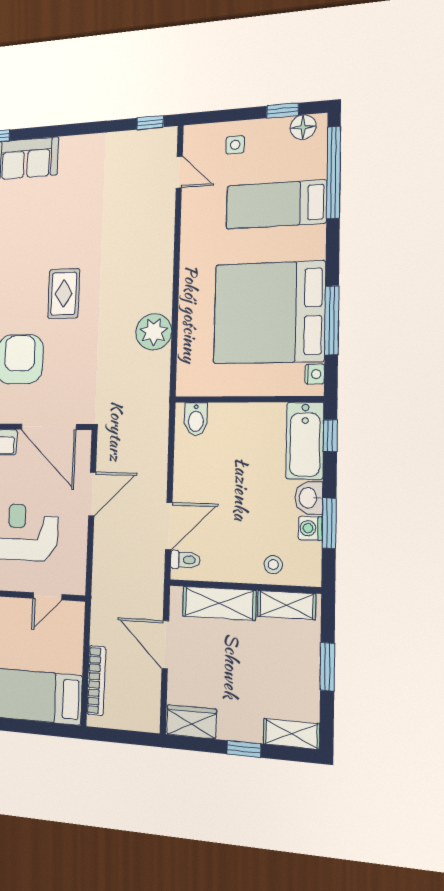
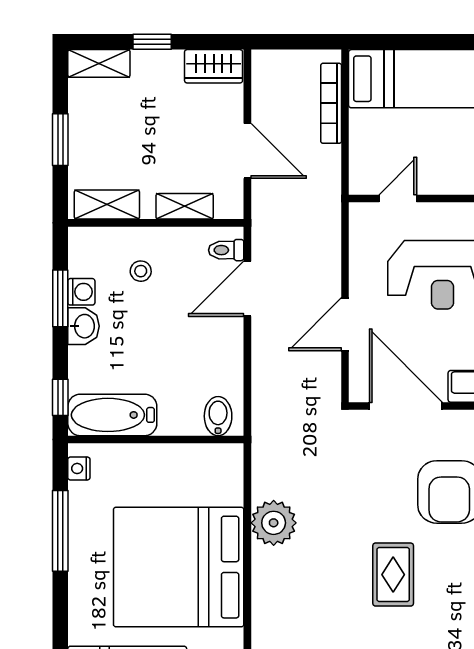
bed: (269, 312) -> (179, 567), moved, turned 180
bathtub: (305, 441) -> (112, 415), moved, turned -90
stool: (273, 565) -> (141, 271), moved
shelving: (219, 603) -> (185, 206), width x0.67, depth x0.75

